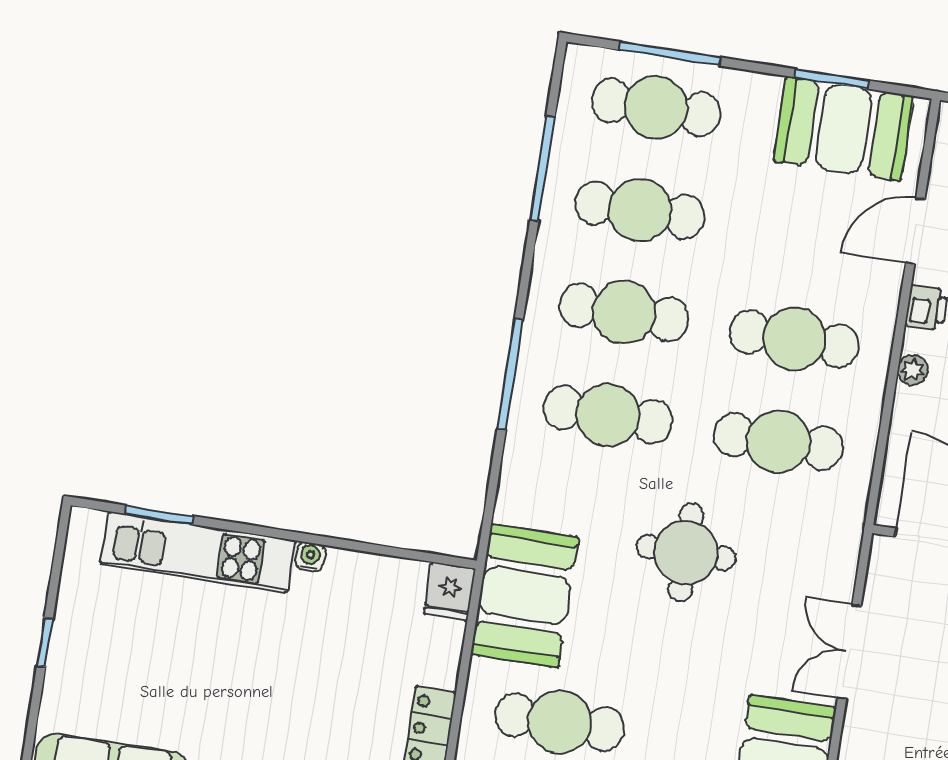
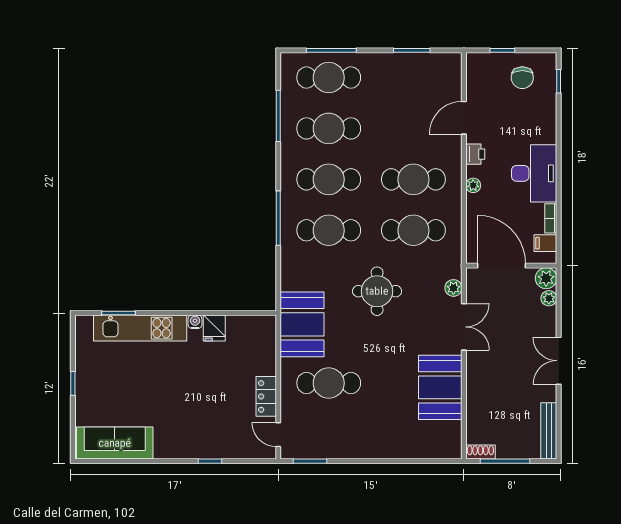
booth: (844, 129) -> (421, 74), removed
plant: (841, 570) -> (453, 288), added
fridge: (450, 591) -> (214, 328), moved
double door: (849, 652) -> (464, 327), swing flipped

